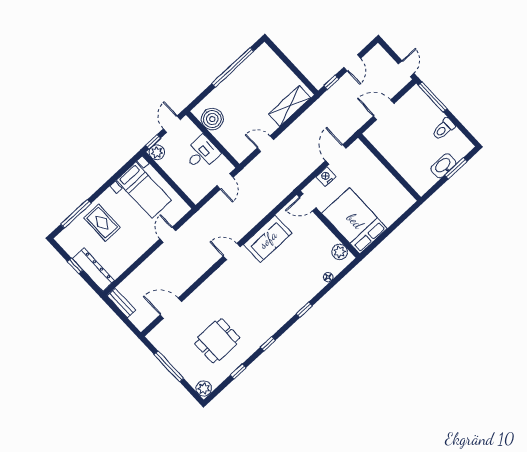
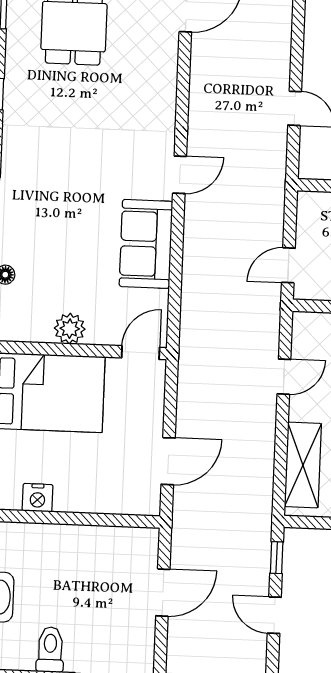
door: (336, 154) -> (168, 461), hinge flipped
nightstand: (326, 177) -> (37, 498), moved, turned 90
door: (225, 182) -> (288, 265), hinge flipped
plant: (340, 252) -> (70, 329), moved

